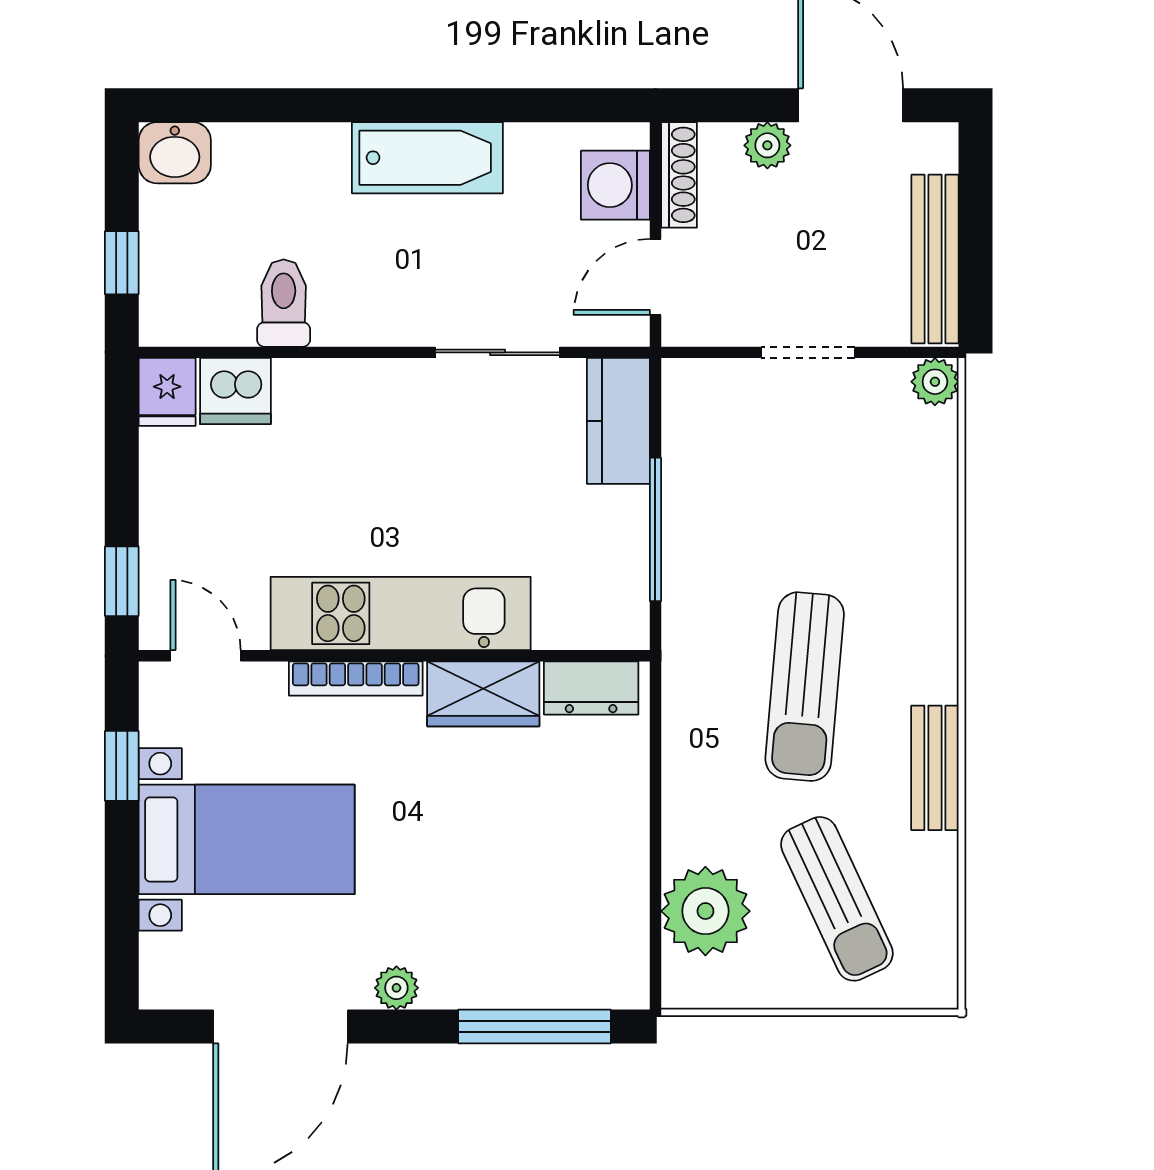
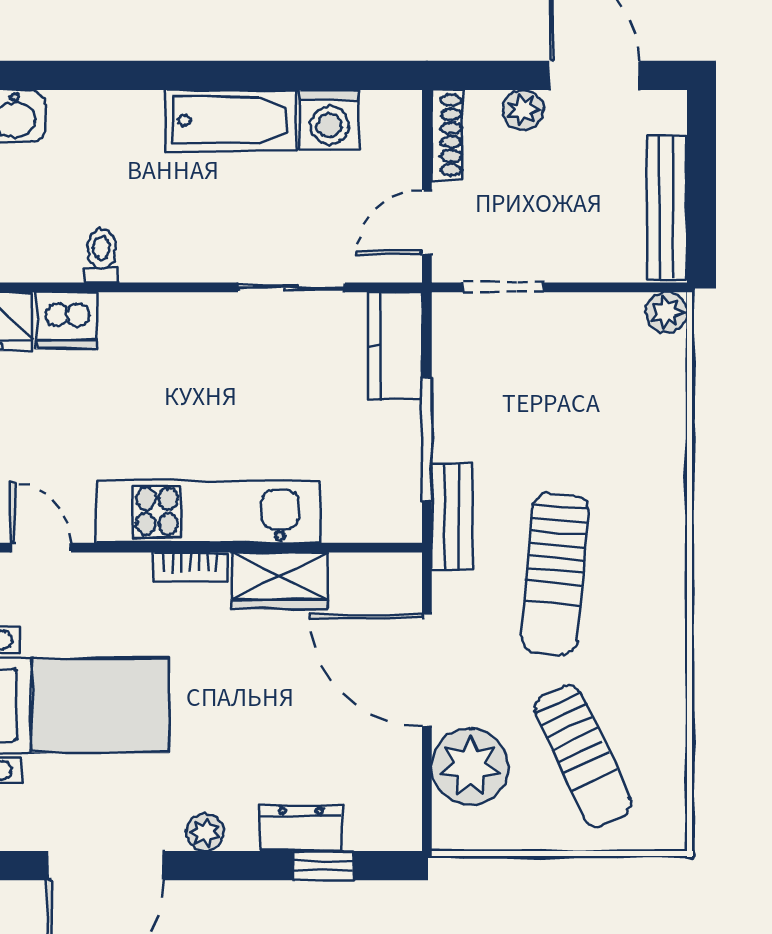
washing machine: (615, 185) -> (329, 119), moved, turned -90
toilet: (284, 303) -> (102, 255), width x0.73, depth x0.72
doorway: (808, 352) -> (503, 287), moved
bookcase: (356, 678) -> (190, 567), width x0.64
dresser: (591, 688) -> (301, 828), moved, turned 180
bench: (935, 768) -> (452, 517), moved
door: (655, 799) -> (427, 670), added
window: (534, 1026) -> (323, 866), width x0.46

